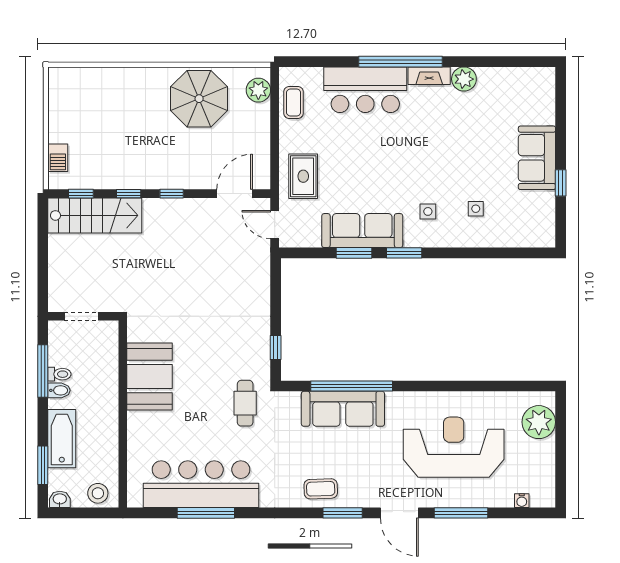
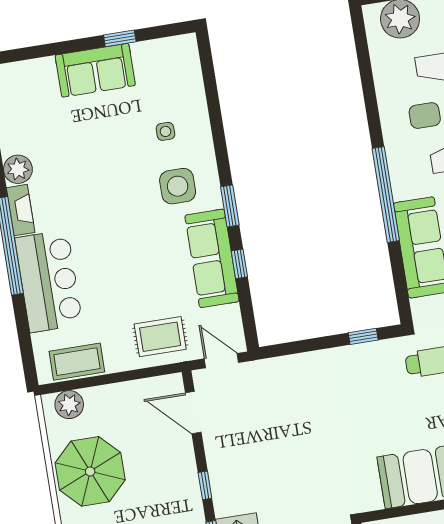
coffee table: (294, 102) -> (77, 362), width x1.36, depth x1.30
side table: (428, 211) -> (178, 186), width x1.87, depth x1.87
door: (275, 225) -> (221, 361), swing flipped
window: (354, 253) -> (239, 264), width x0.67
window: (352, 386) -> (386, 195), moved

